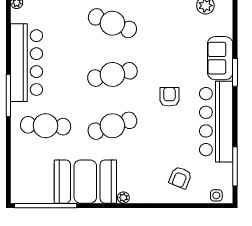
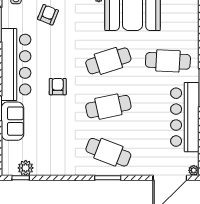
armchair: (169, 97) -> (58, 87), turned 180

